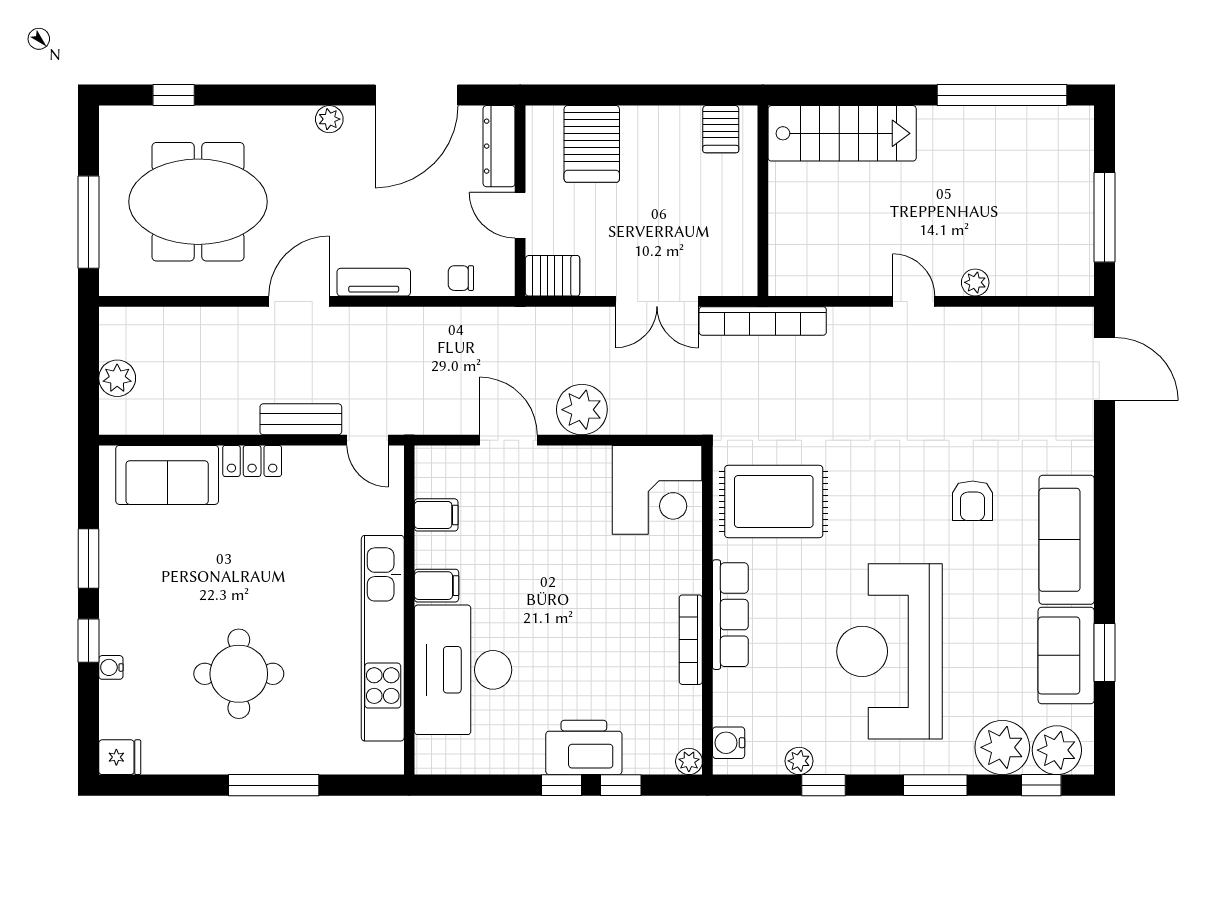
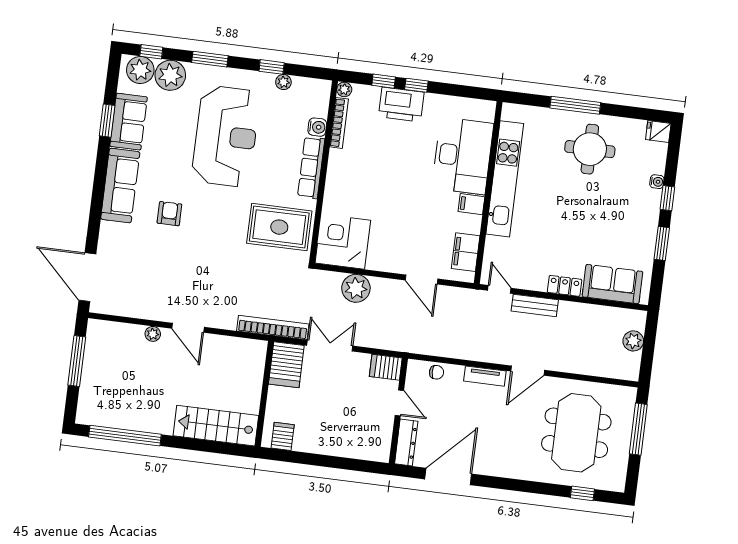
plant: (329, 119) -> (498, 469), removed
server rack: (592, 144) -> (286, 365), moved, turned 180
meeting table: (198, 202) -> (576, 433), turned 90
door: (914, 301) -> (188, 328), width x1.38
door: (1104, 369) -> (87, 277), width x1.36
plant: (582, 410) -> (356, 288), moved
filing cabinet: (436, 515) -> (466, 252), width x2.00
bookcase: (691, 640) -> (339, 123), moved
round table: (239, 674) -> (590, 149), moved
water cooler: (729, 743) -> (317, 127), moved

